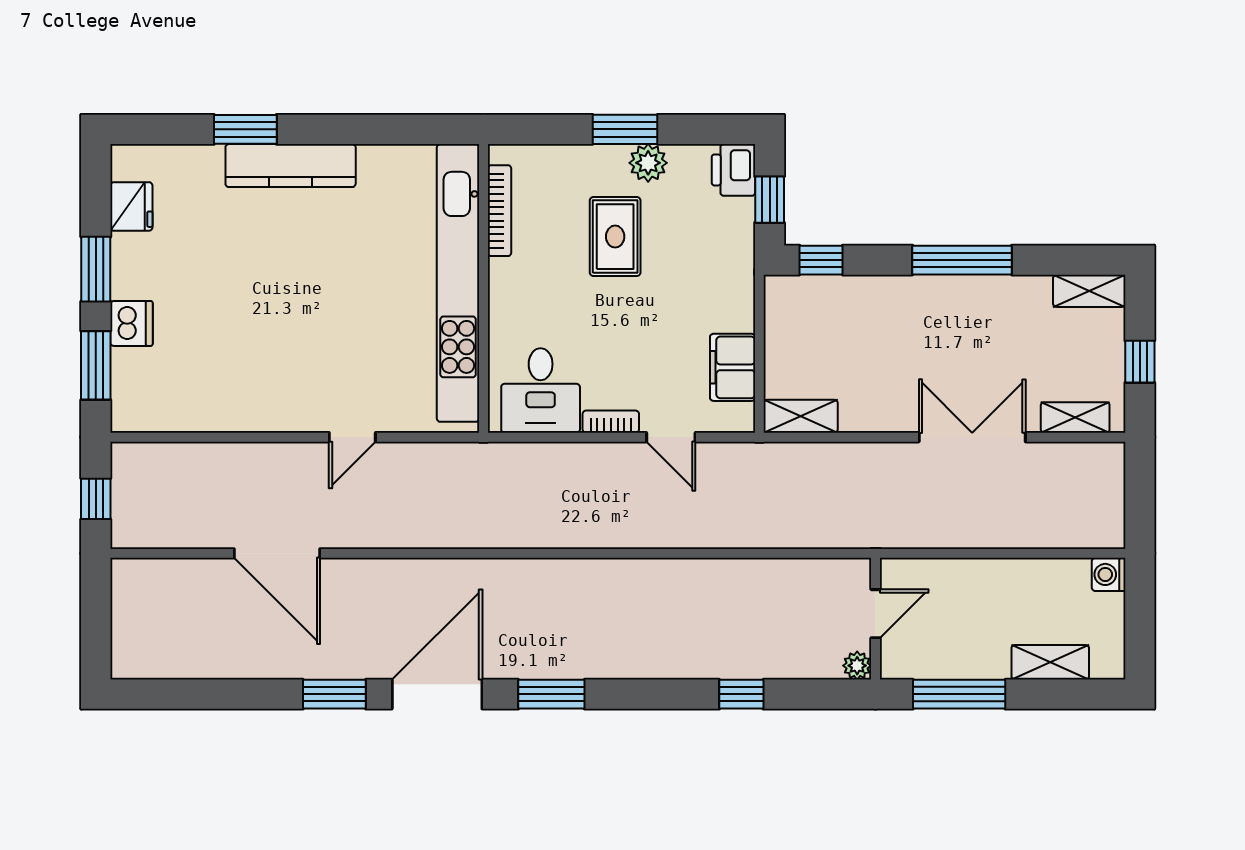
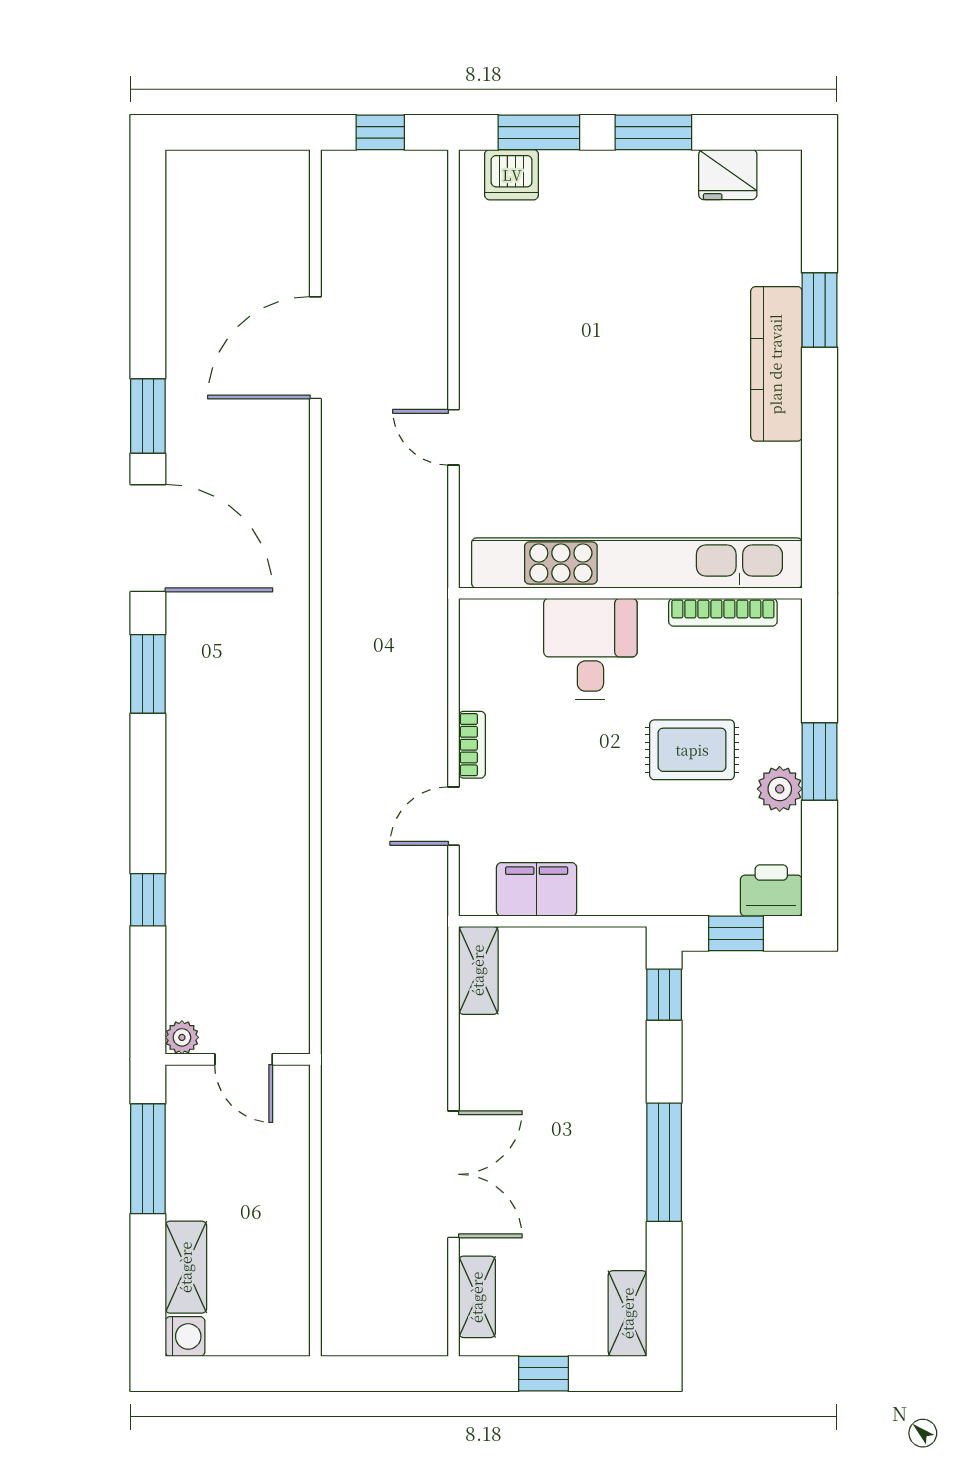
dishwasher: (131, 323) -> (512, 175), moved
desk: (541, 390) -> (590, 649), moved, turned 90
washing machine: (1109, 574) -> (185, 1336), moved, turned 90

